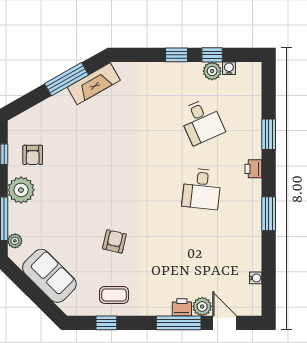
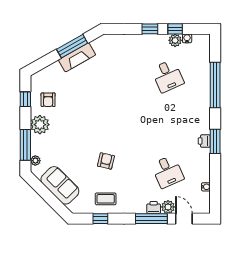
fireplace: (94, 84) -> (77, 57), moved
window: (269, 134) -> (215, 85), width x2.11
printer: (253, 169) -> (204, 141), moved
desk: (202, 189) -> (168, 172), moved, turned -30

